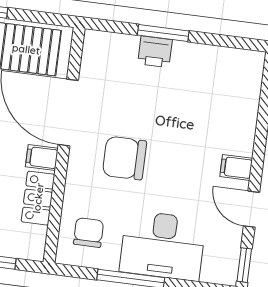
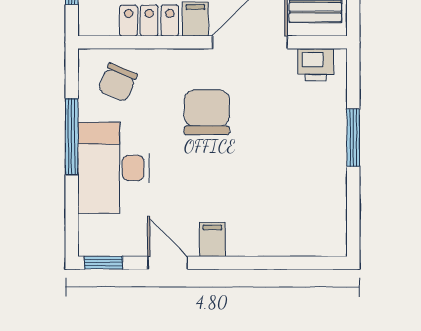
printer: (155, 52) -> (316, 65), moved, turned -90
door: (251, 209) -> (167, 263), hinge flipped
chair: (89, 233) -> (118, 82), turned 113

